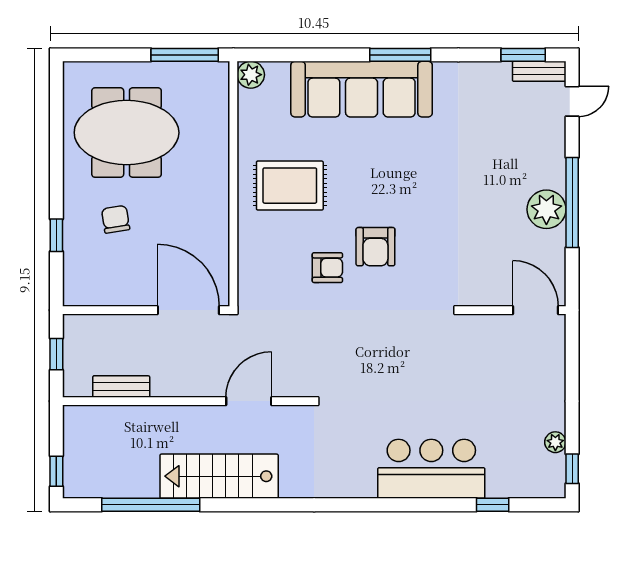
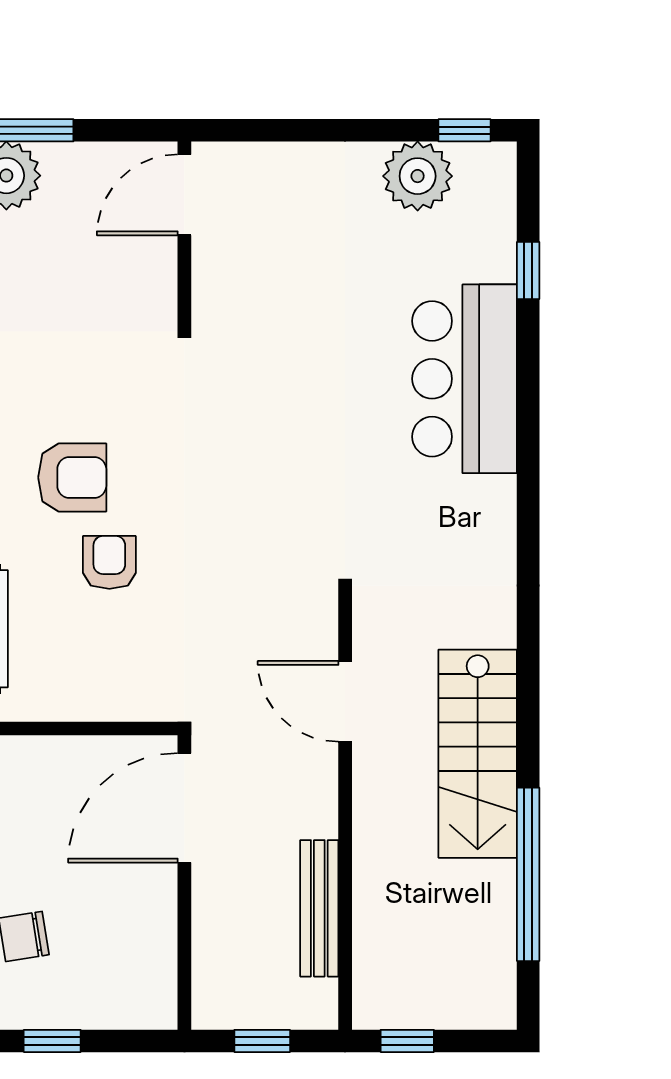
bench: (121, 387) -> (319, 908), width x1.36
plant: (555, 442) -> (418, 176), width x1.88, depth x1.88
window: (56, 471) -> (407, 1041), moved

